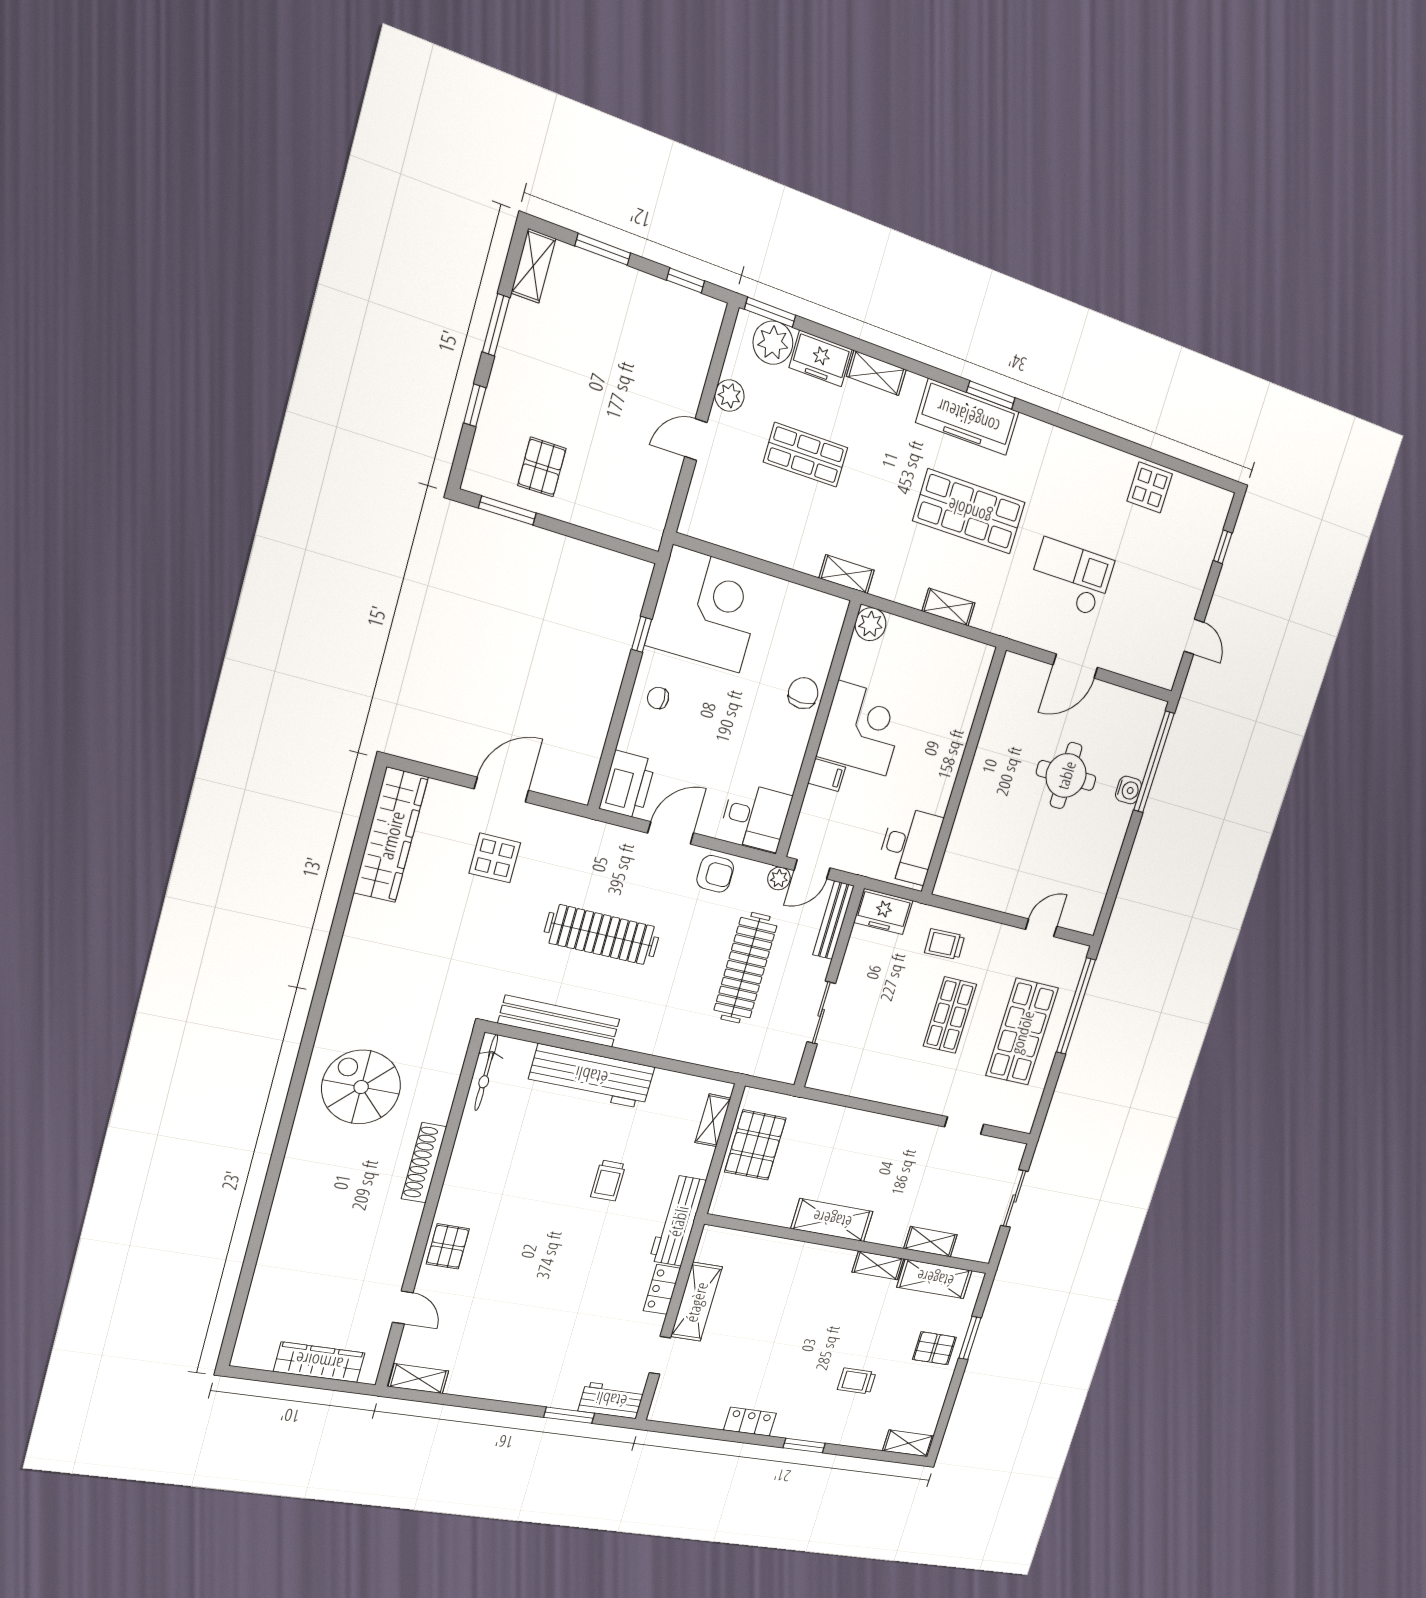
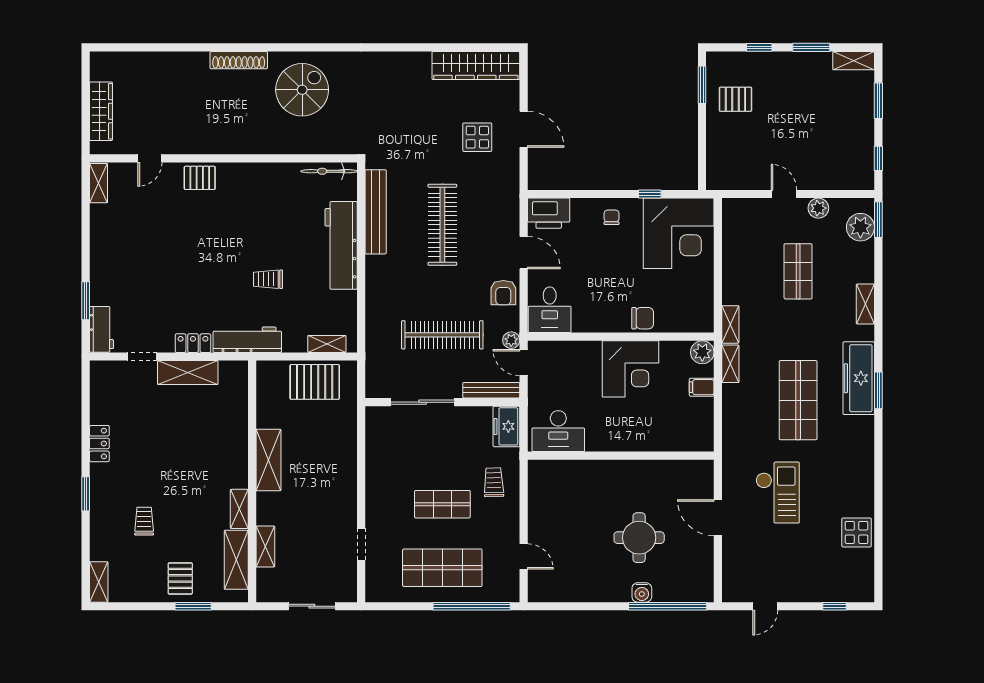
freezer: (821, 358) -> (862, 263), removed
shelving: (948, 607) -> (730, 364), moved
filing cabinet: (827, 775) -> (702, 387), moved, turned 90
sliding door: (821, 1013) -> (423, 402), width x1.37
shoe rack: (424, 1163) -> (239, 60), moved, turned 180

